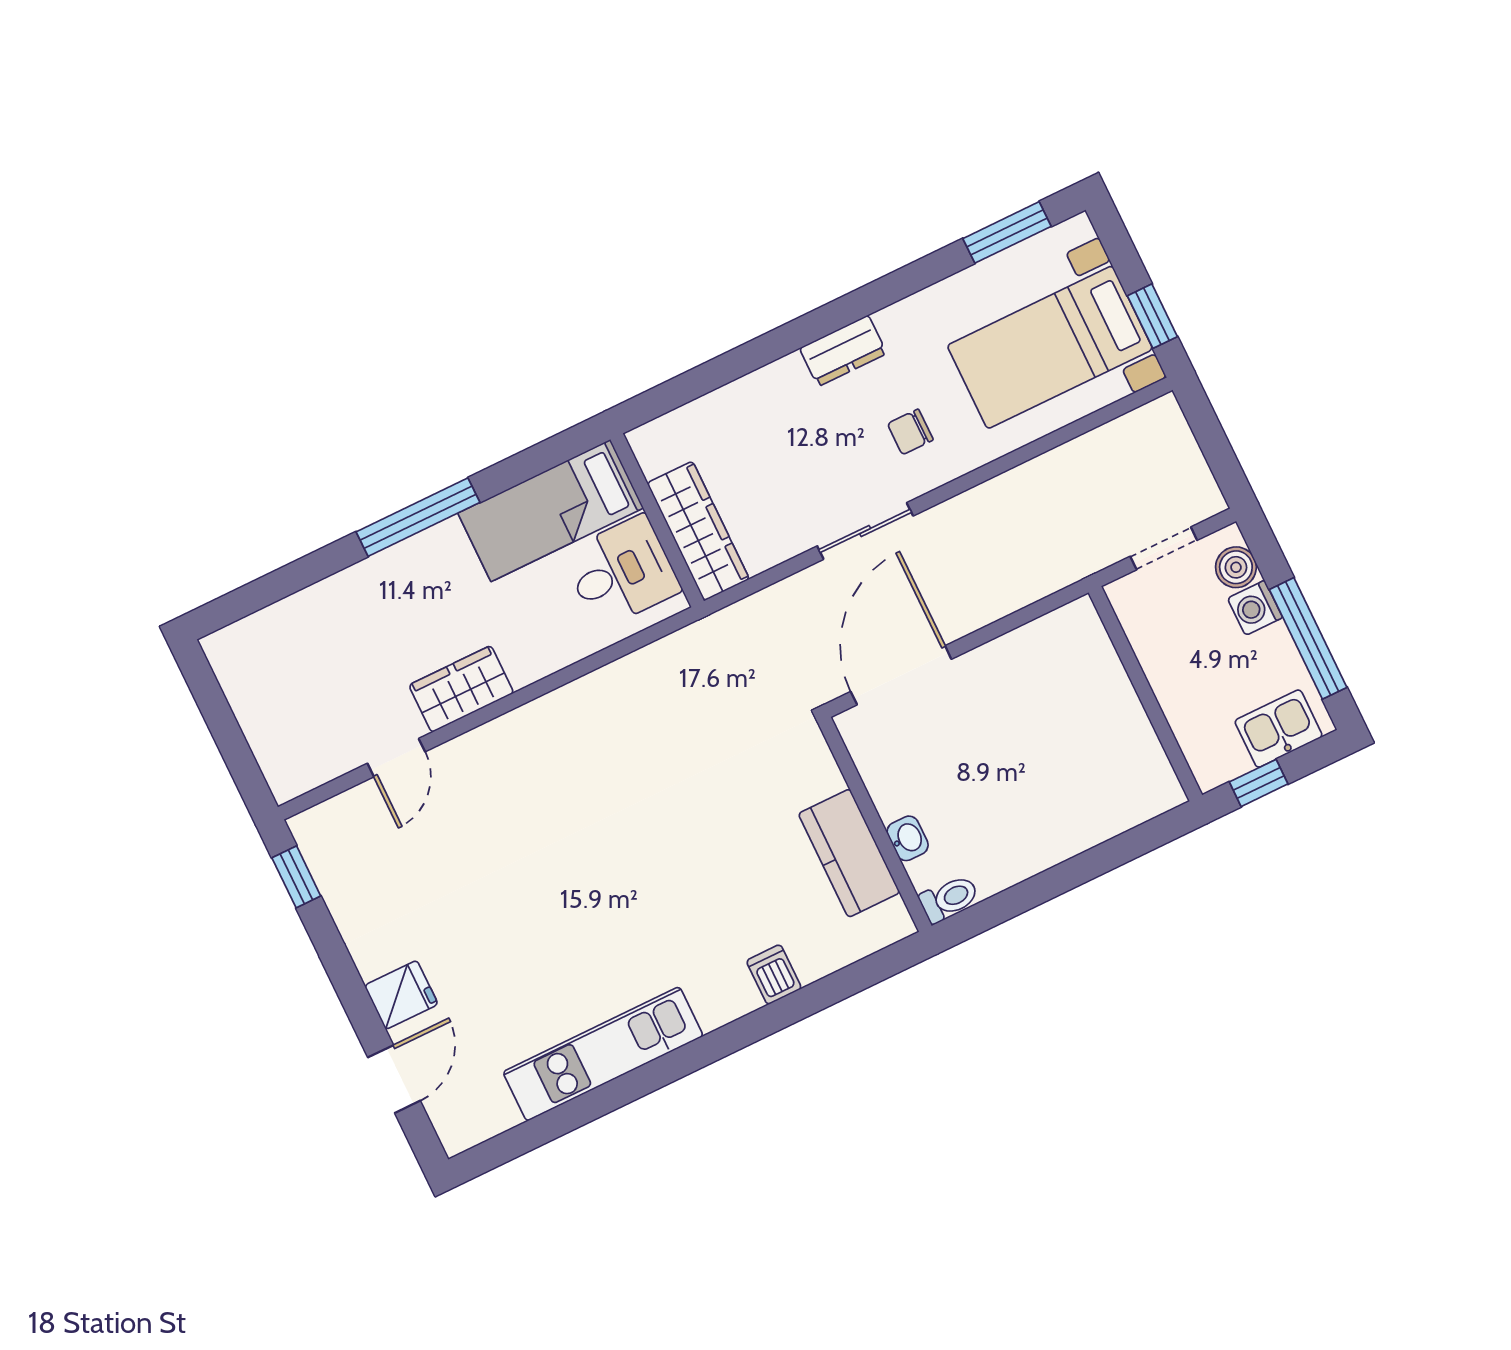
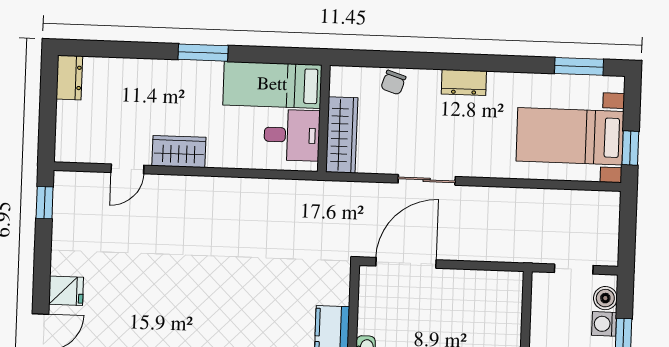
chair: (910, 432) -> (393, 82), moved, turned -72
window: (418, 517) -> (203, 53), width x0.69
dresser: (233, 664) -> (69, 78), added

